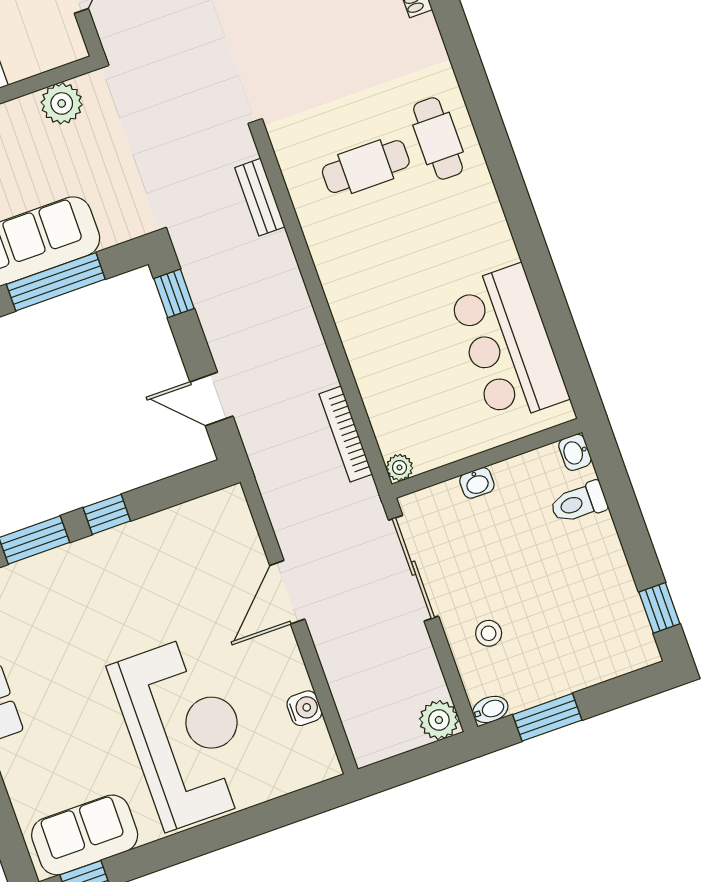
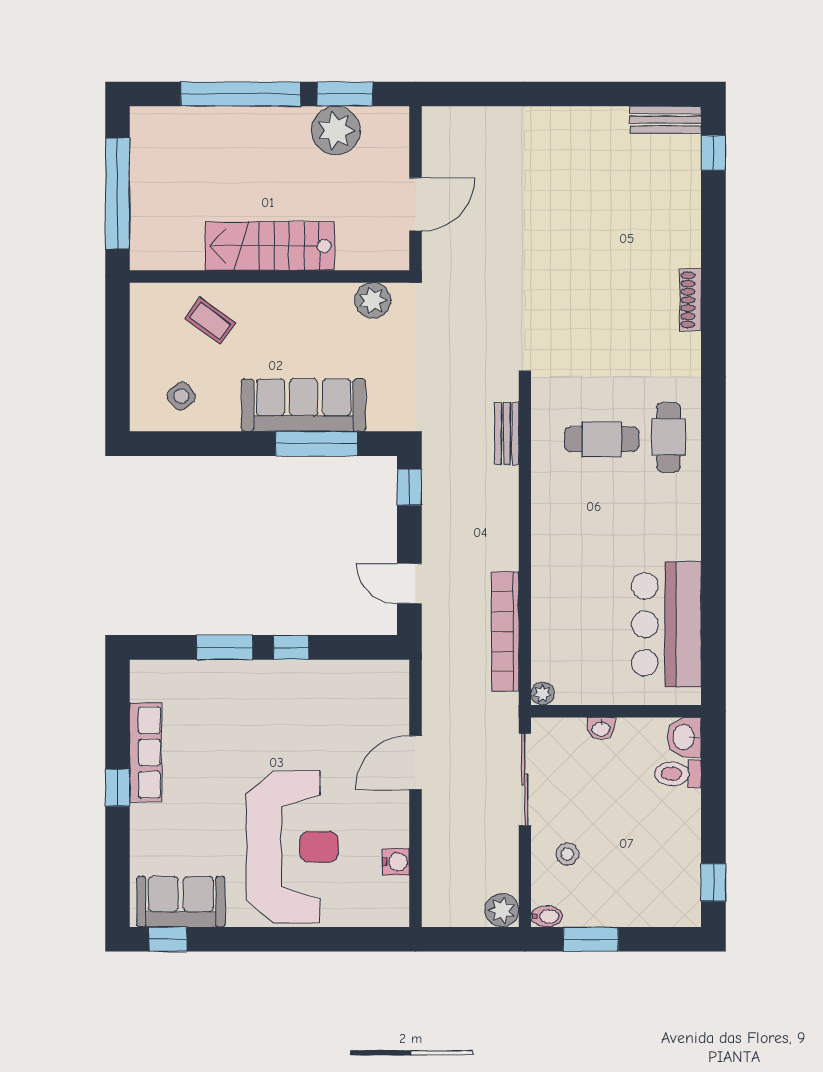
bookcase: (346, 434) -> (505, 632), width x1.48, depth x1.31
washbasin: (575, 452) -> (684, 737), width x1.38, depth x1.45

